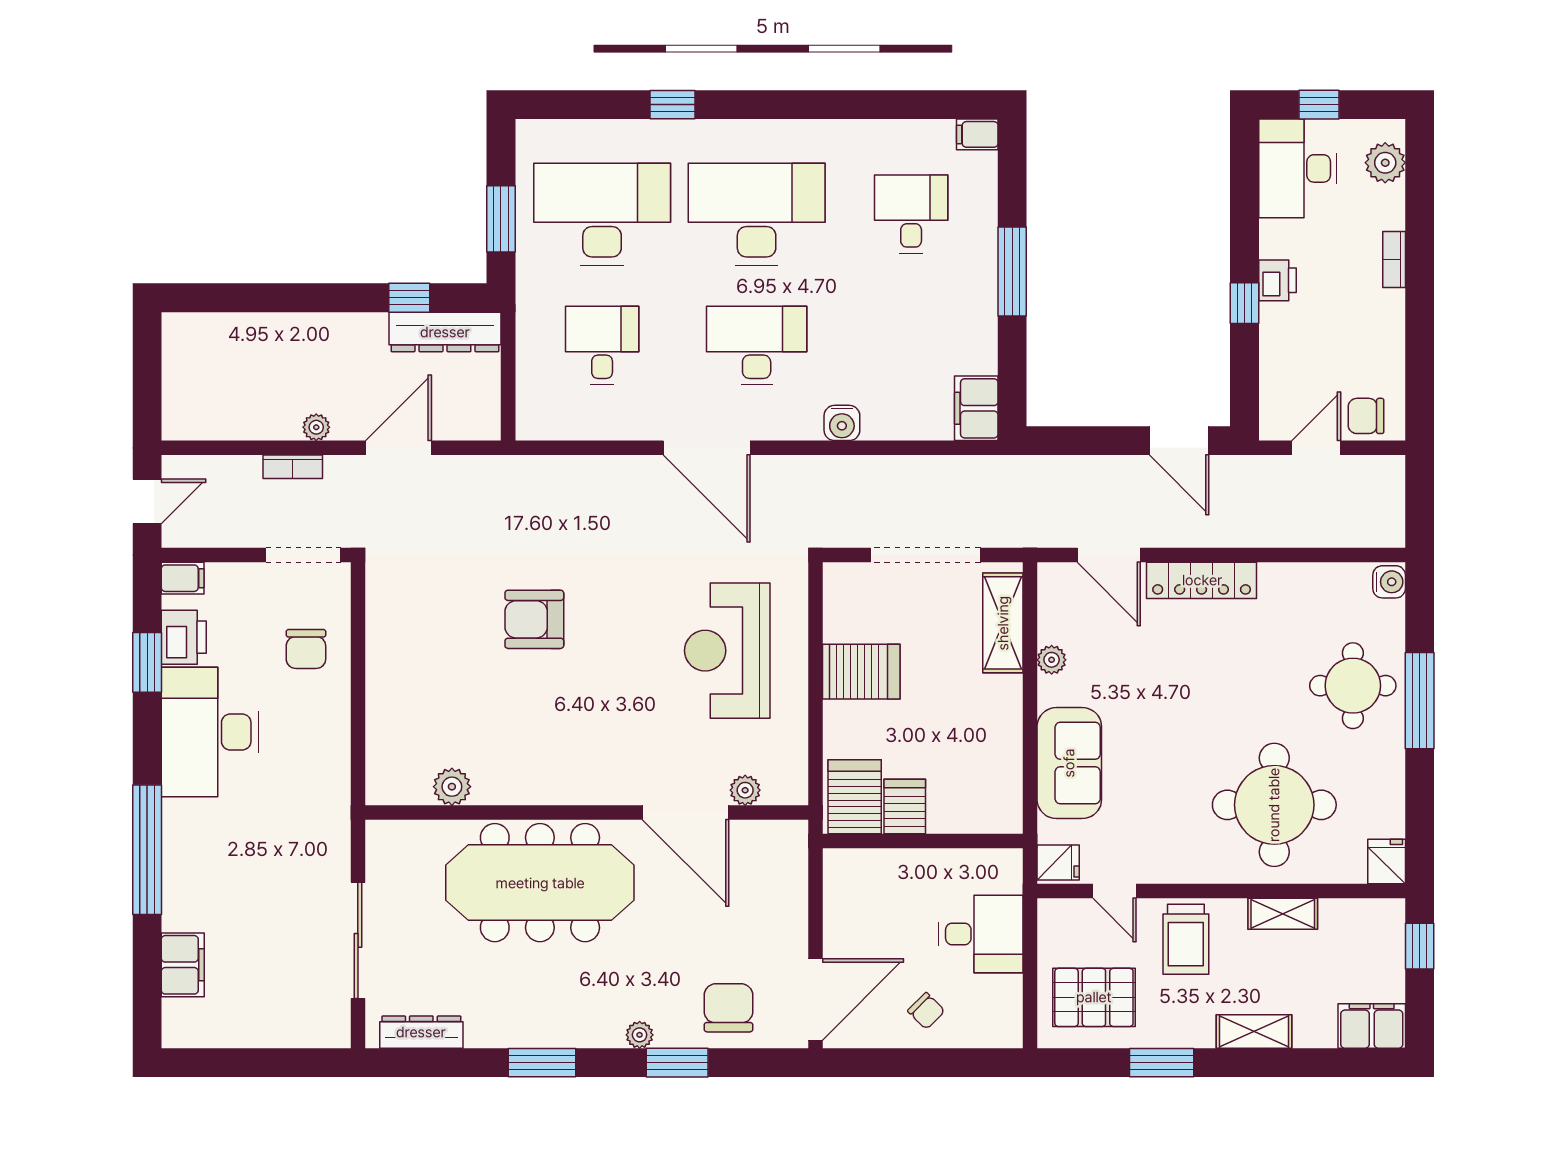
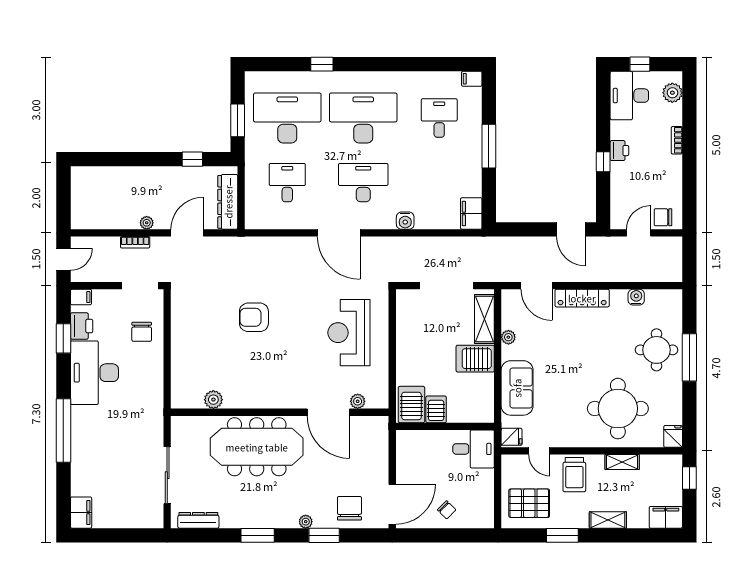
dresser: (445, 332) -> (228, 202), moved, turned 90
water cooler: (1389, 582) -> (636, 297), moved, turned -90
server rack: (861, 672) -> (475, 359), moved, turned 180
desk: (981, 934) -> (474, 449), moved
filing cabinet: (183, 965) -> (81, 513), moved

